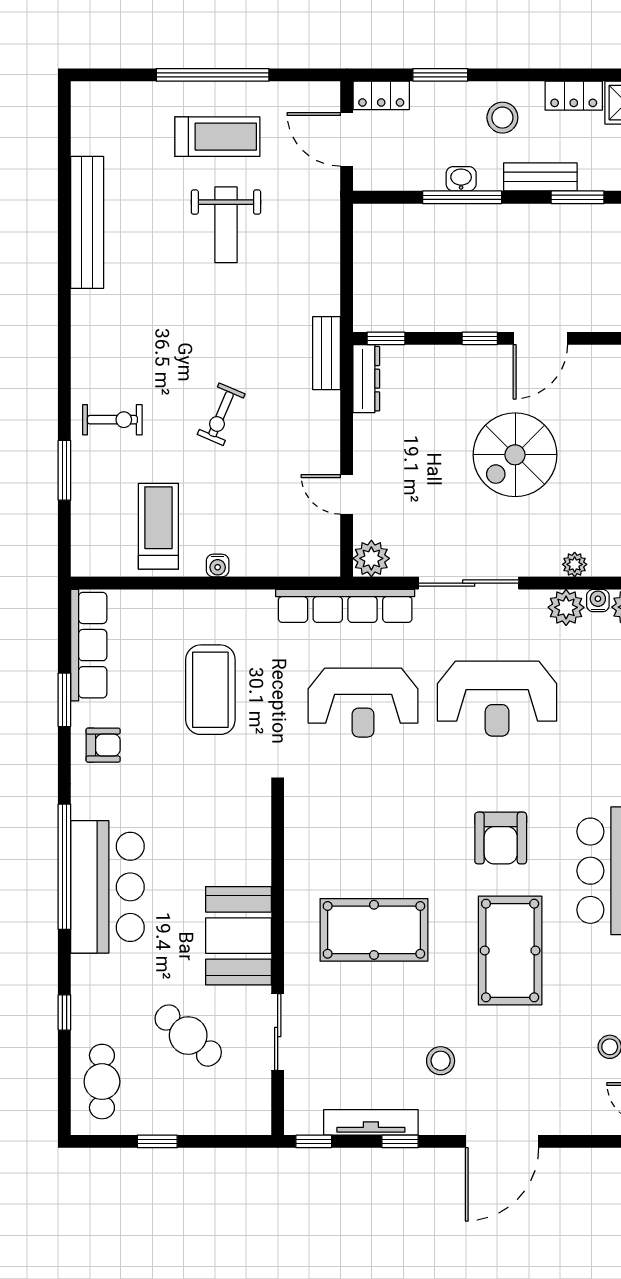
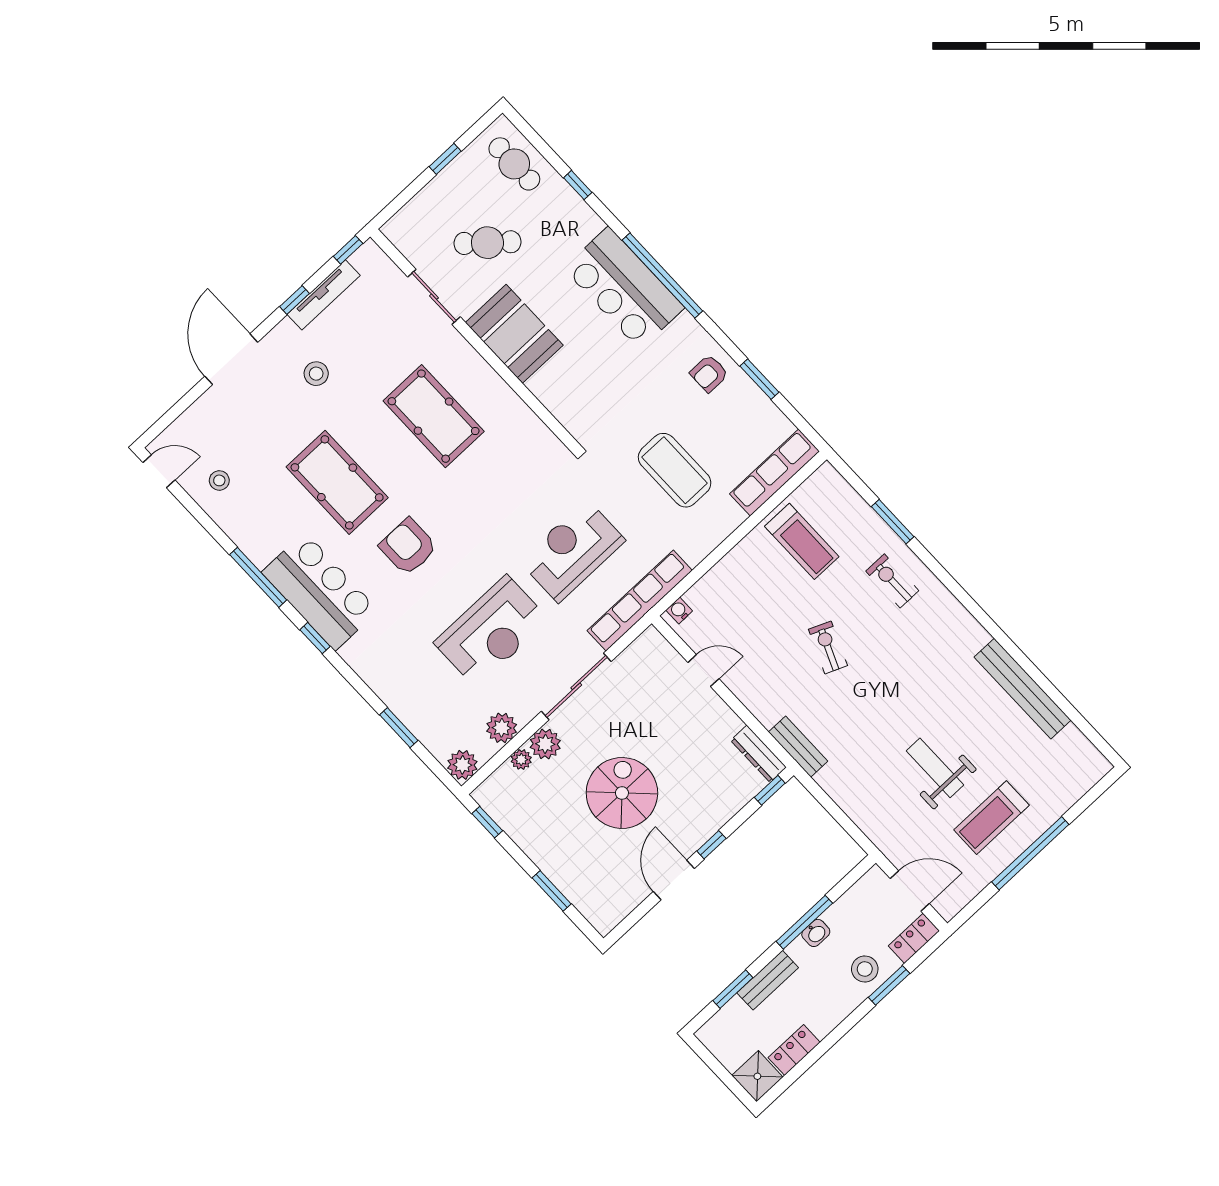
stool: (502, 118) -> (865, 969), moved
exercise bike: (112, 420) -> (892, 581), turned 90
plant: (371, 558) -> (545, 744), moved
water cooler: (218, 566) -> (679, 610), moved
water cooler: (598, 601) -> (486, 751), removed
row of seats: (89, 645) -> (775, 473), moved, turned 90
reception desk: (497, 699) -> (491, 631), turned 180
pool table: (374, 930) -> (434, 416), turned 90

